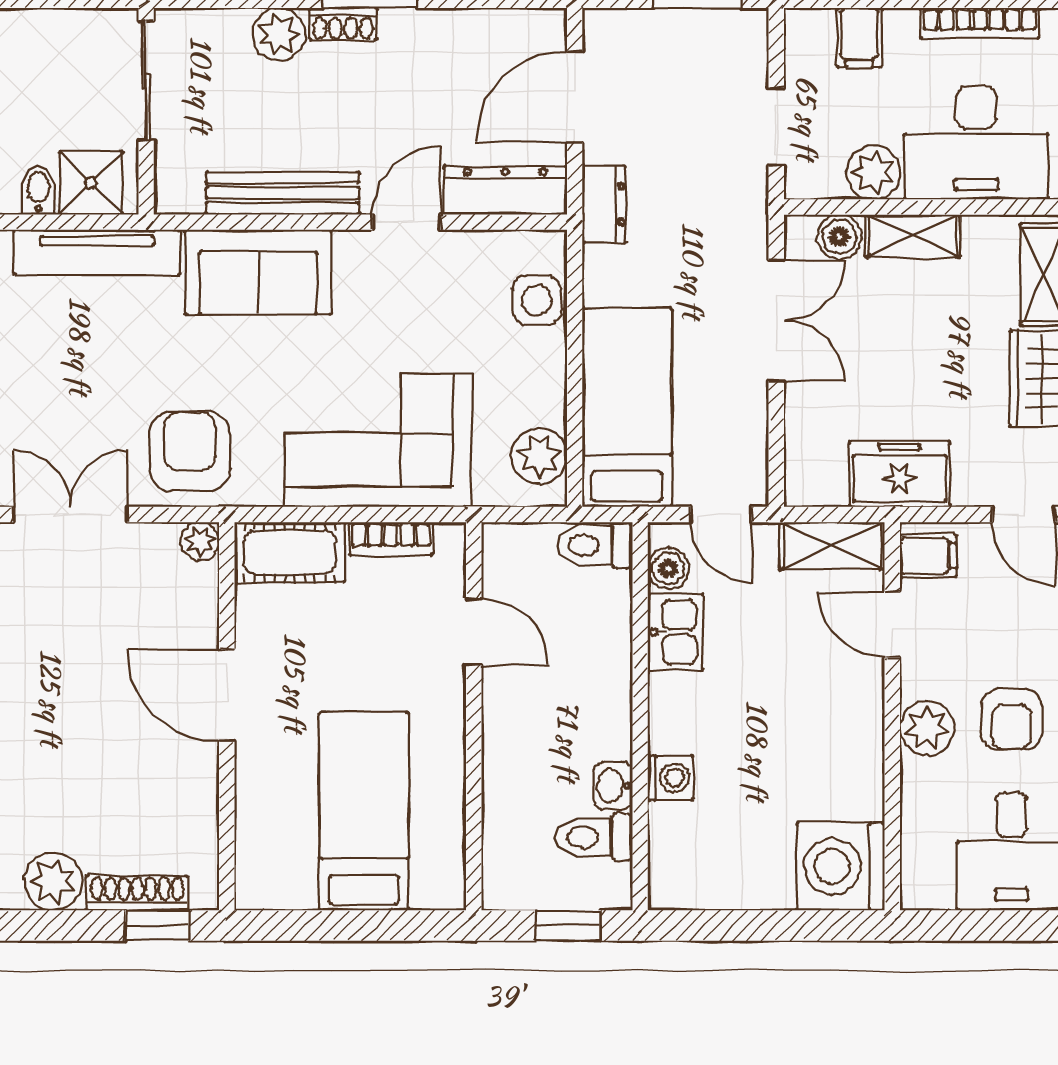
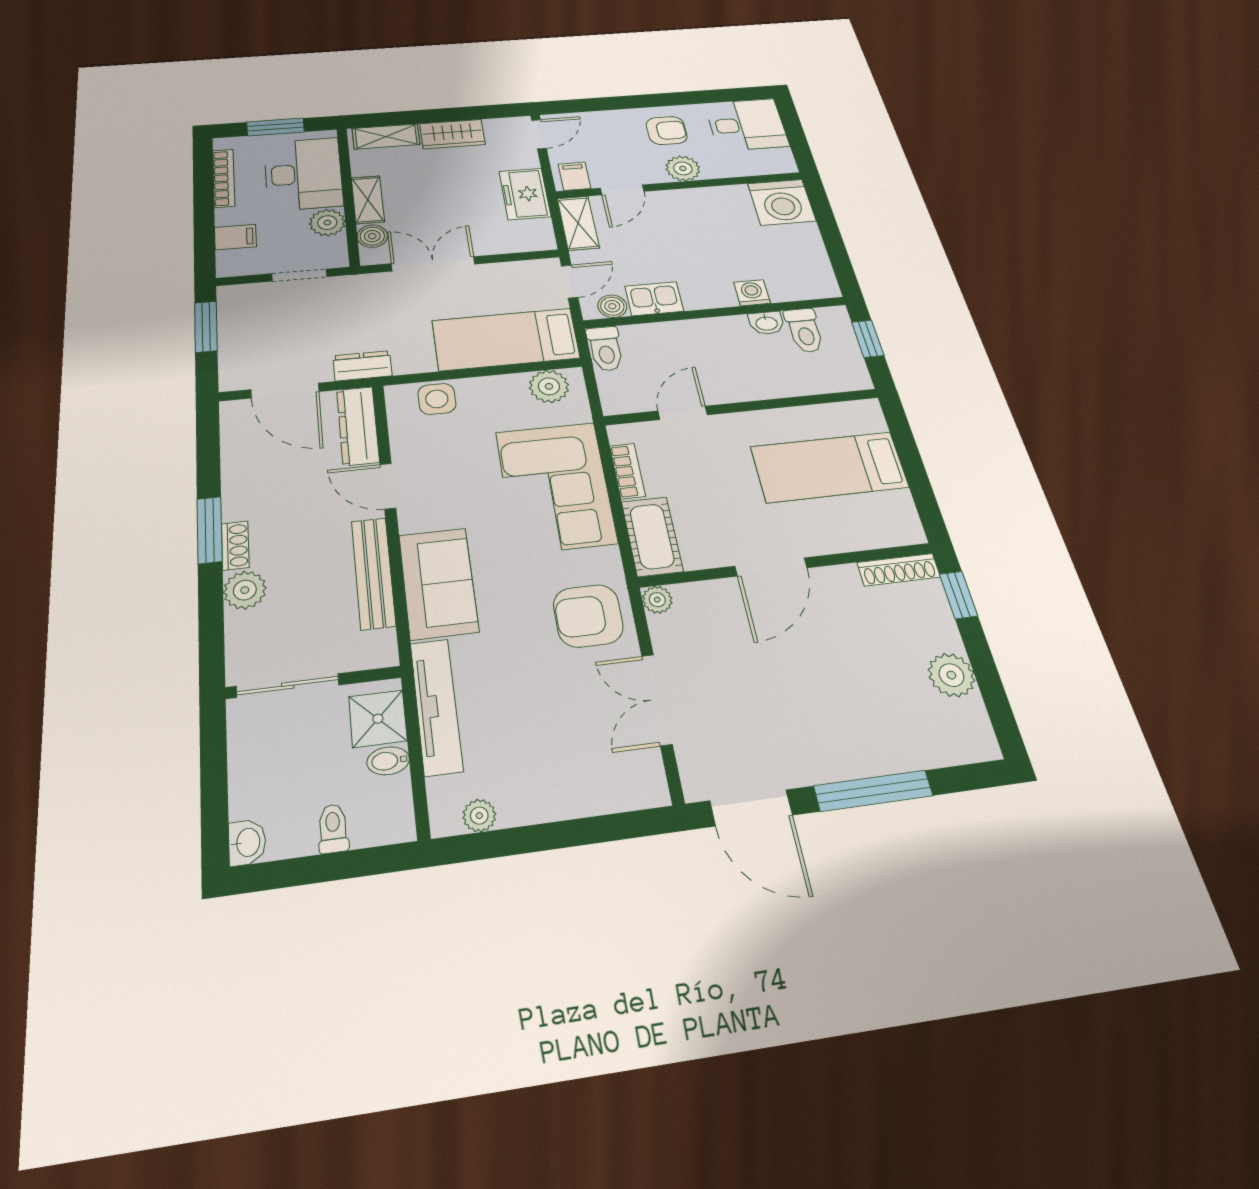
shoe rack: (137, 893) -> (899, 570), moved, turned -90

